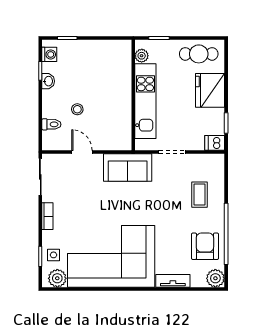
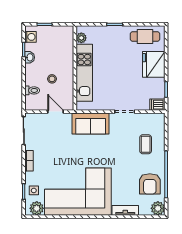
plant: (142, 56) -> (81, 38), moved
wall: (133, 95) -> (75, 68), moved
kitchen unit: (145, 101) -> (84, 73), moved
armchair: (205, 246) -> (150, 184), turned 180

